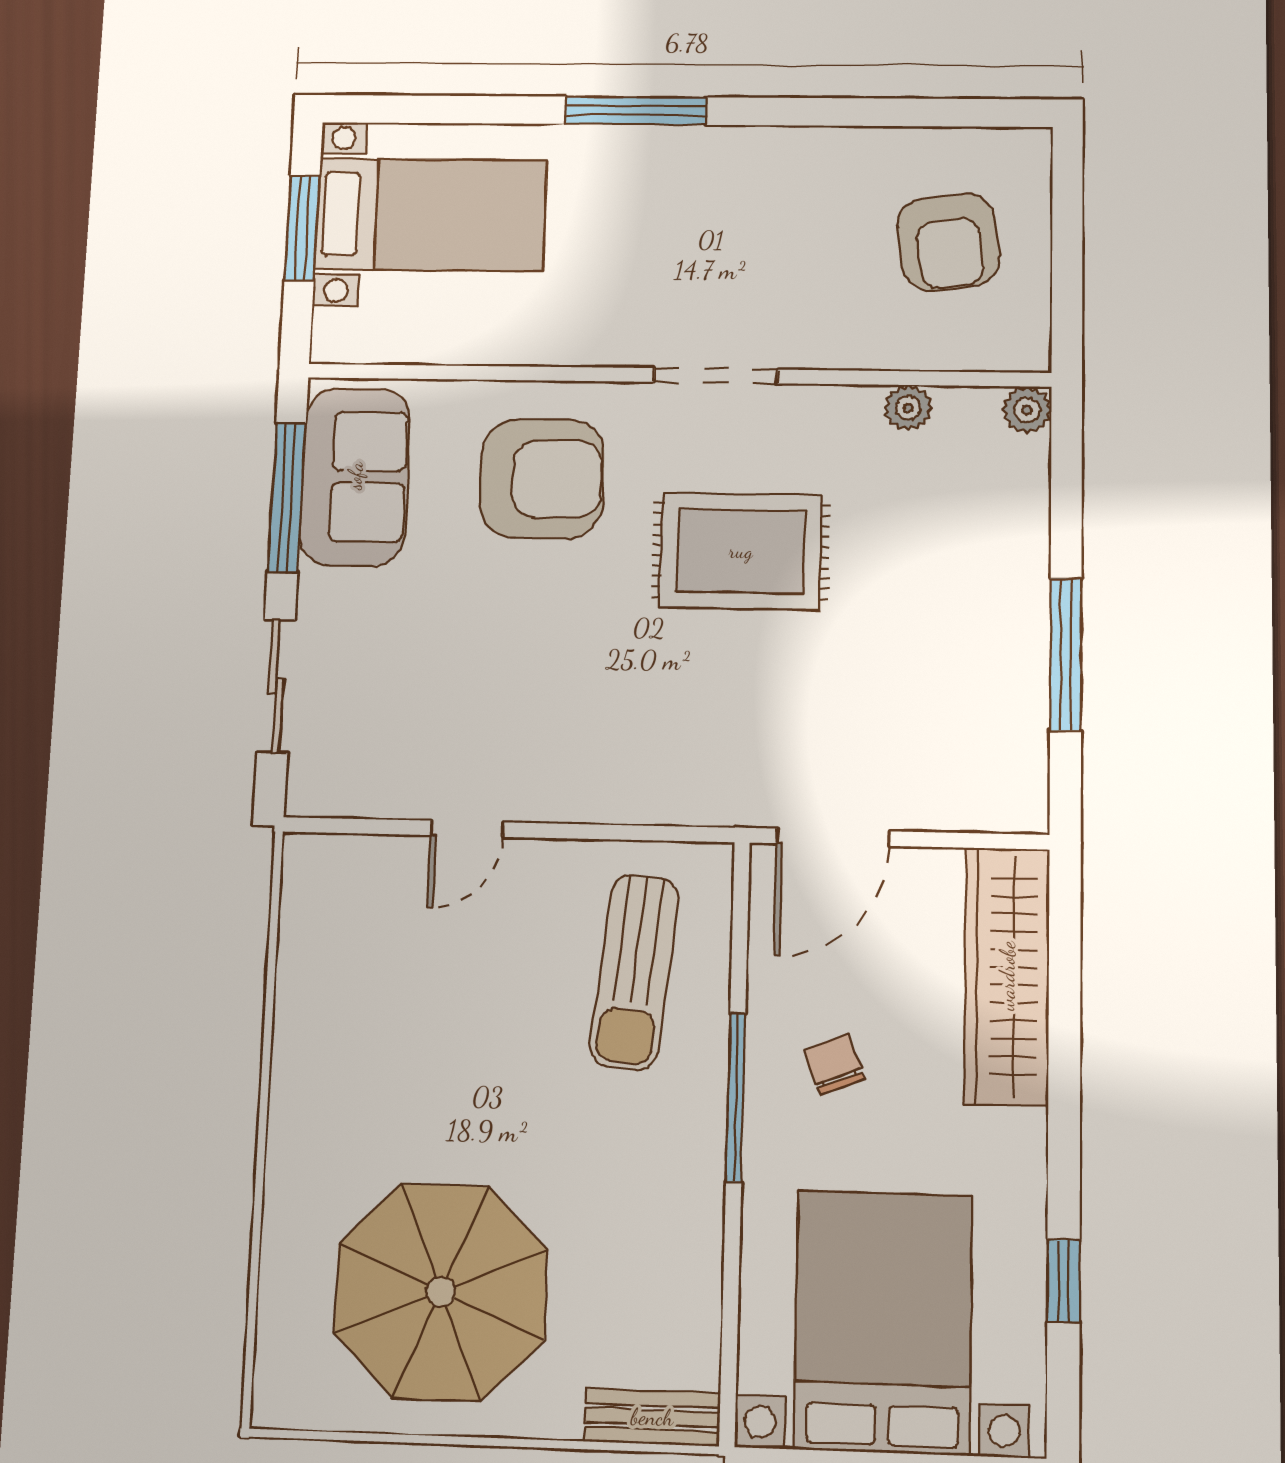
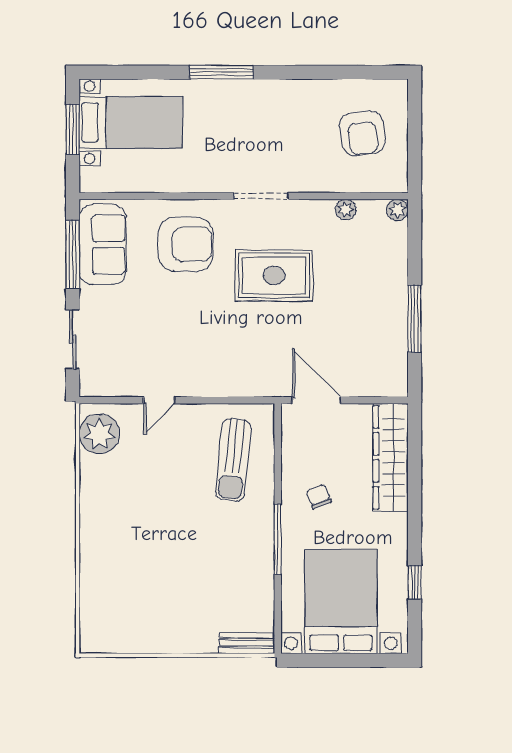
door: (833, 837) -> (316, 400), swing flipped
plant: (325, 903) -> (99, 434), added
window: (736, 1097) -> (278, 539), moved
parasol: (441, 1292) -> (157, 595), removed

